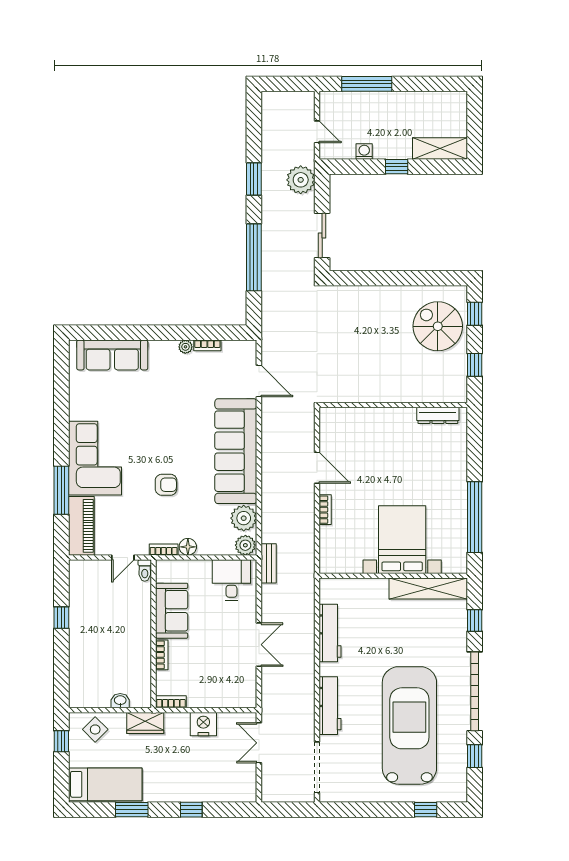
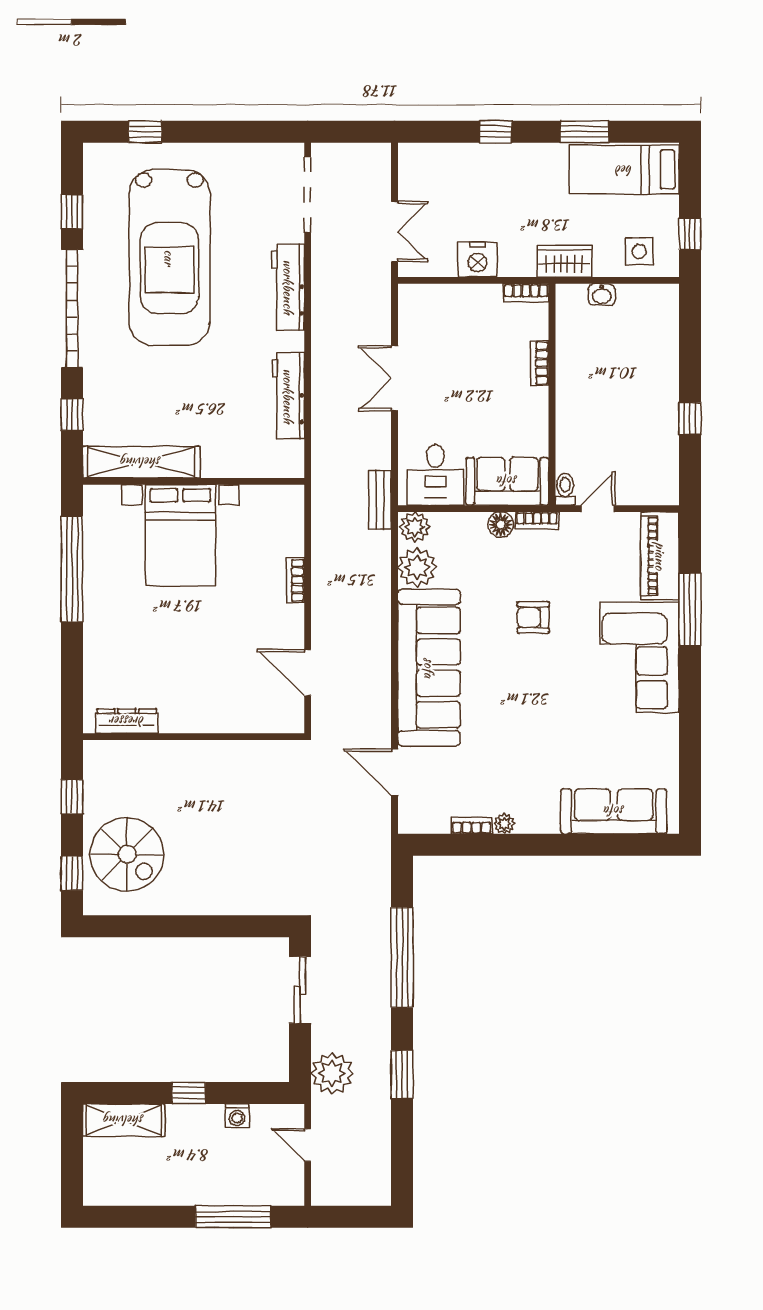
door: (317, 468) -> (308, 673), moved
sofa: (172, 611) -> (507, 481), moved, turned 90
side table: (95, 729) -> (639, 251), turned 45

